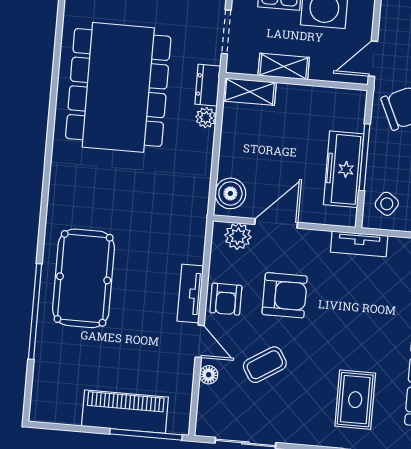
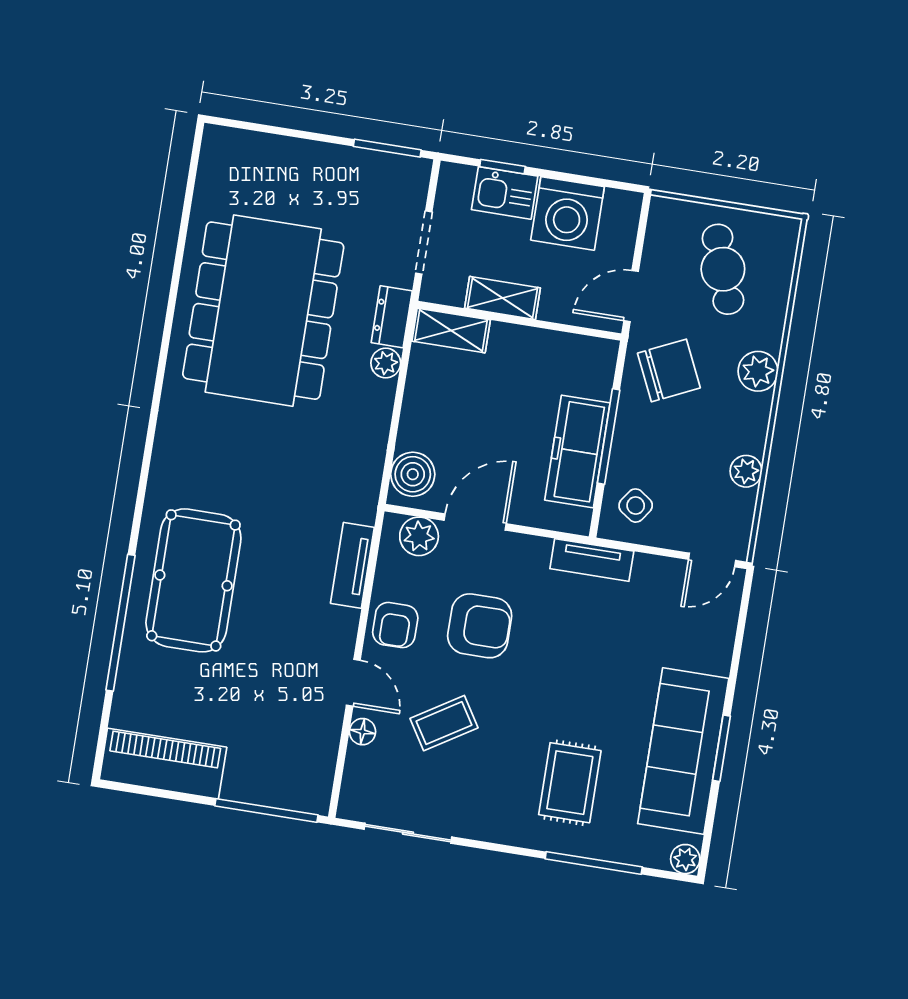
tv unit: (190, 293) -> (352, 565), moved
piano: (125, 412) -> (163, 764), moved

